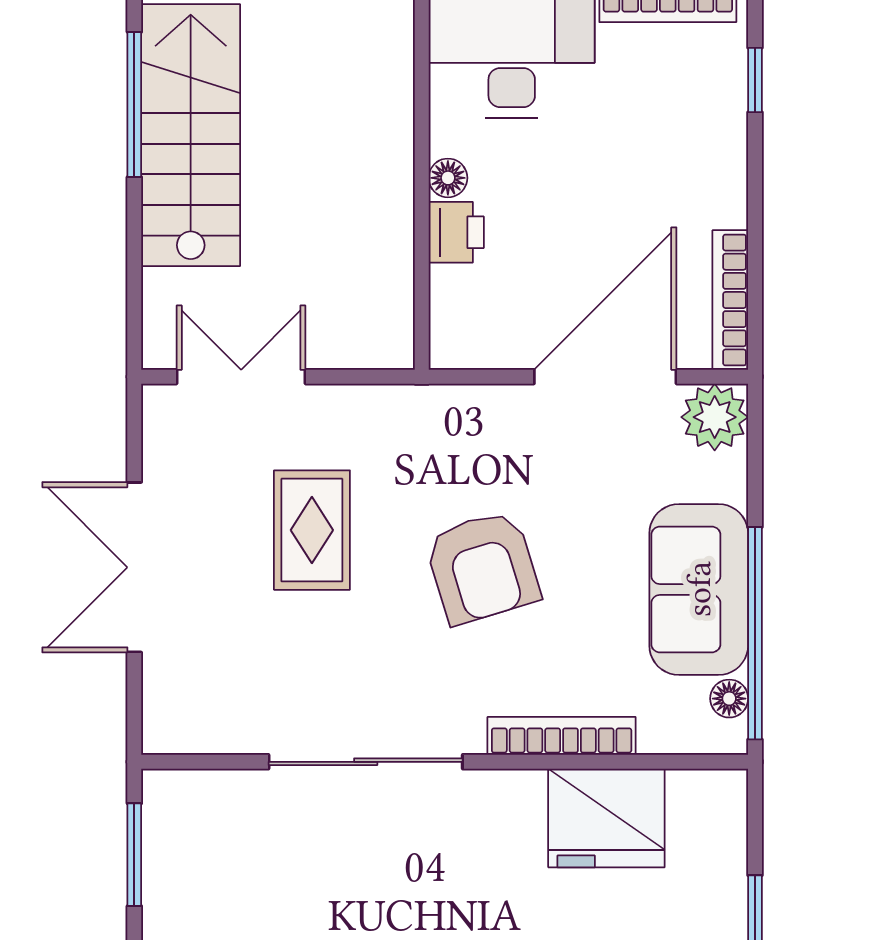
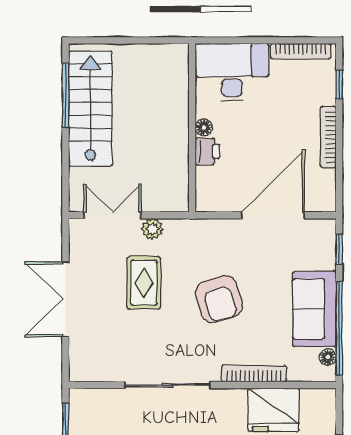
bookcase: (730, 300) -> (328, 137), moved
plant: (715, 417) -> (152, 229), moved, width x0.73, depth x0.73
window: (755, 454) -> (339, 249), added

